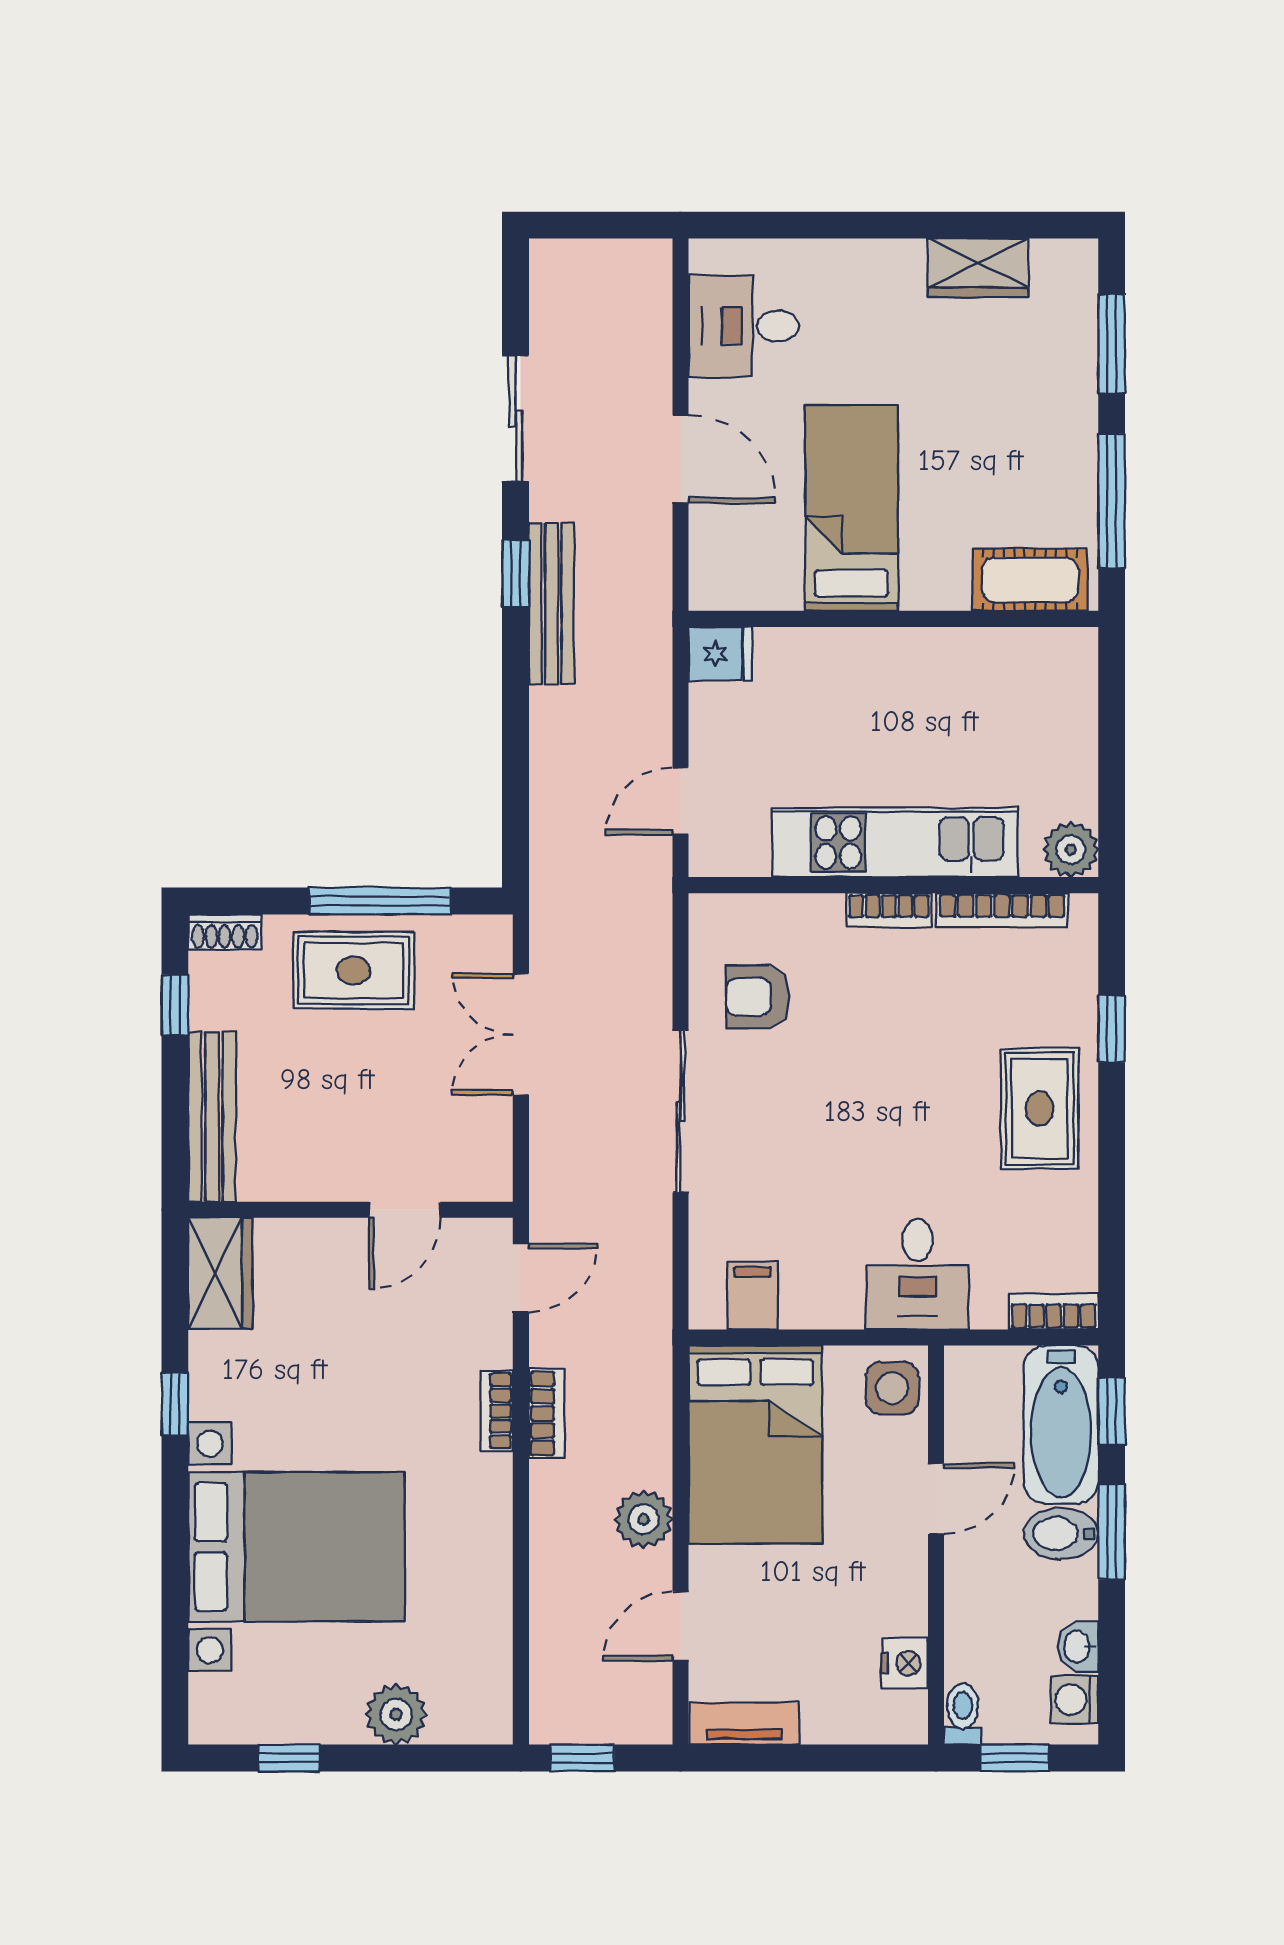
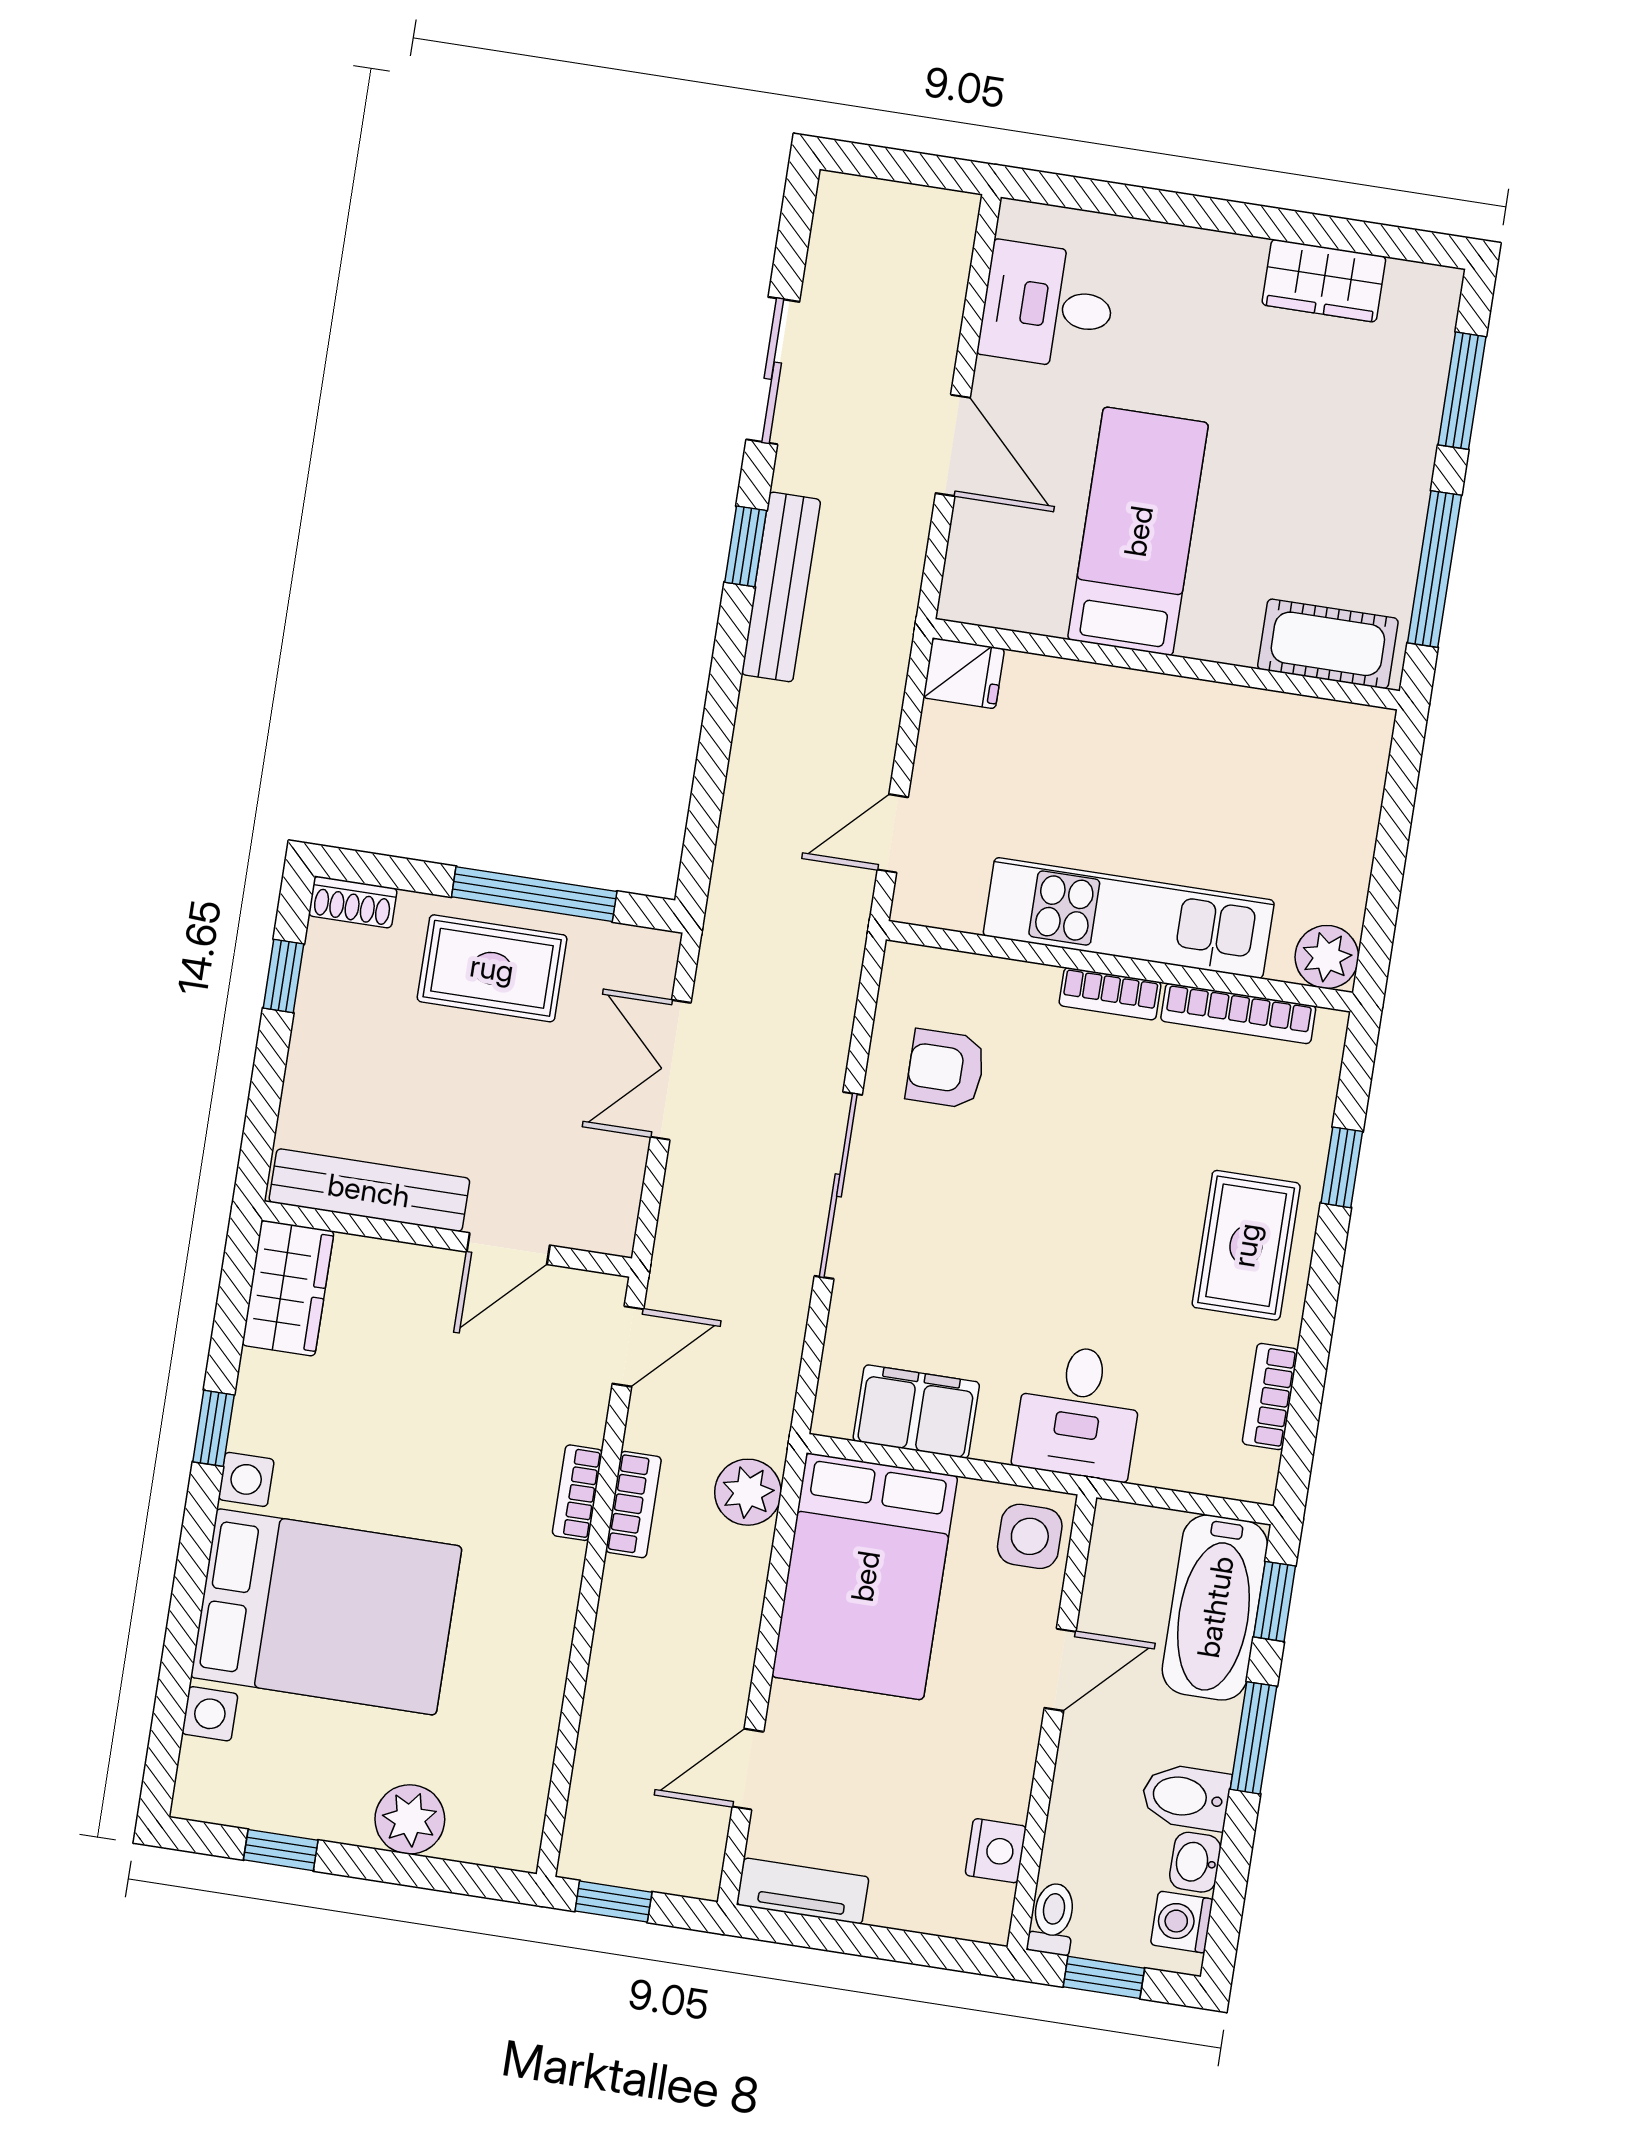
bench: (212, 1117) -> (369, 1190), moved, turned 90
filing cabinet: (752, 1296) -> (916, 1412), width x2.00
bookcase: (1054, 1312) -> (1270, 1397), moved, turned -90
plant: (644, 1519) -> (748, 1492), moved
bidet: (1061, 1534) -> (1186, 1797), moved

